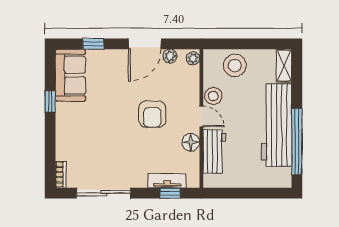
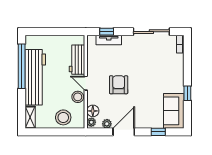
floor lamp: (191, 142) -> (93, 111), moved

